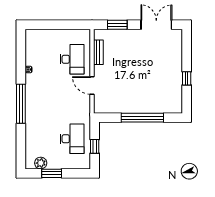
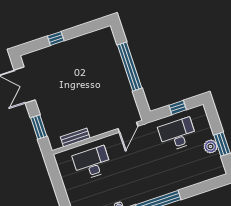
window: (187, 78) -> (56, 38), moved
door: (92, 85) -> (128, 127), moved
plant: (41, 163) -> (211, 146), moved

